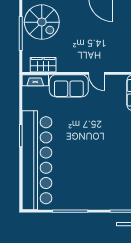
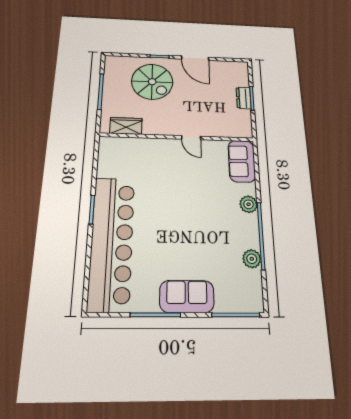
spiral stairs: (42, 22) -> (152, 82), moved
fireplace: (35, 80) -> (115, 143), removed
sofa: (69, 86) -> (187, 297), moved, turned 180

